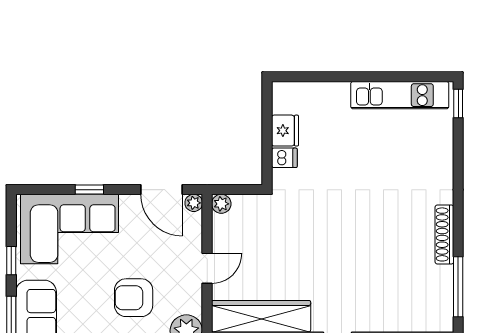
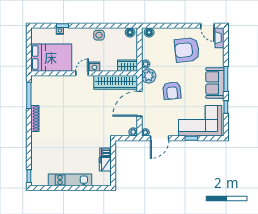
kitchen unit: (400, 95) -> (70, 180), moved
door: (161, 190) -> (160, 138), swing flipped
door: (207, 268) -> (140, 104), width x1.88
armchair: (134, 298) -> (172, 91), turned 84

